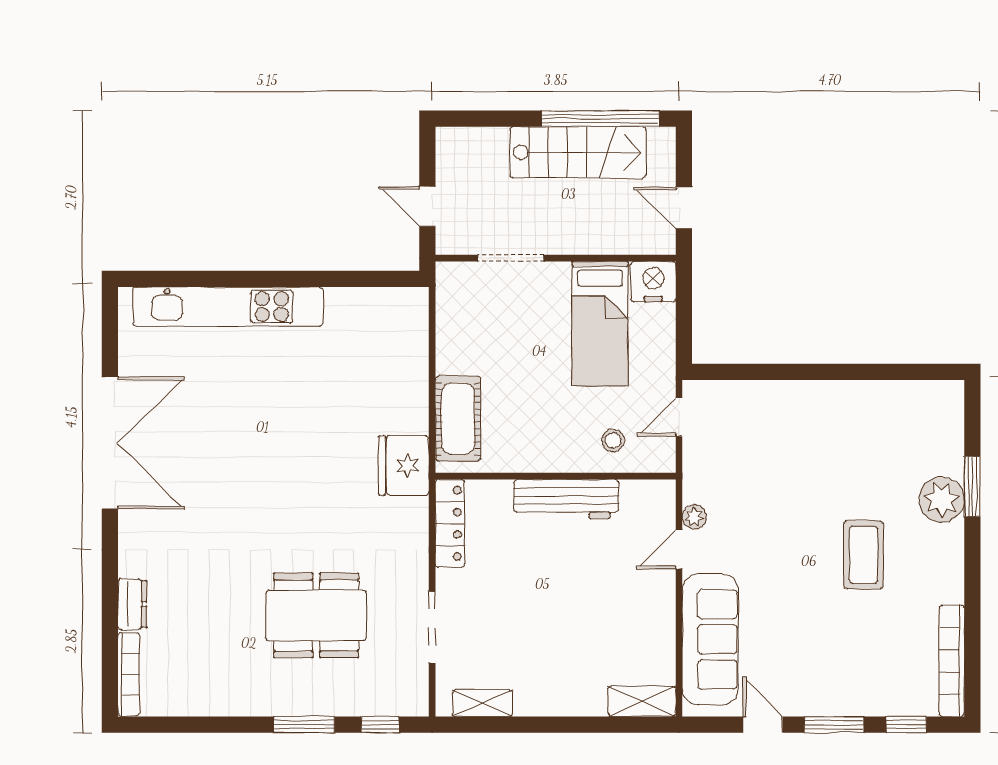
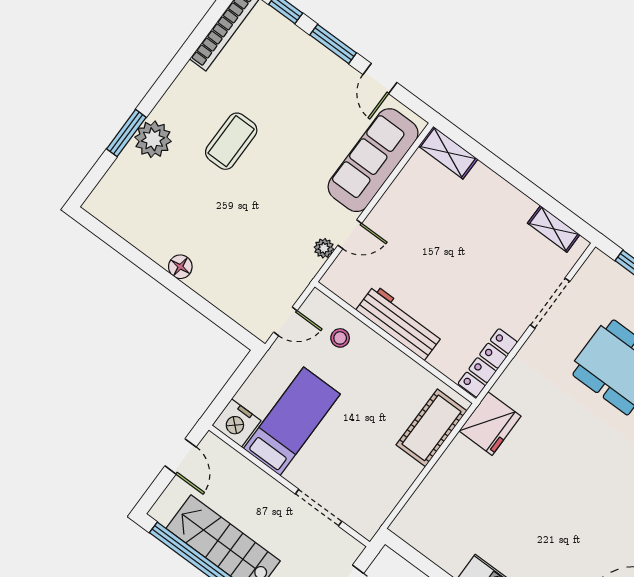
floor lamp: (822, 394) -> (180, 267), added

